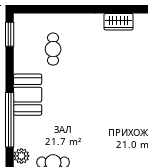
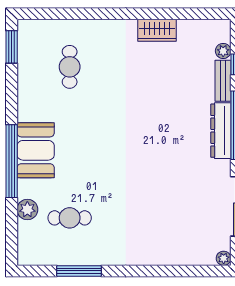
booth: (28, 95) -> (36, 150), moved

